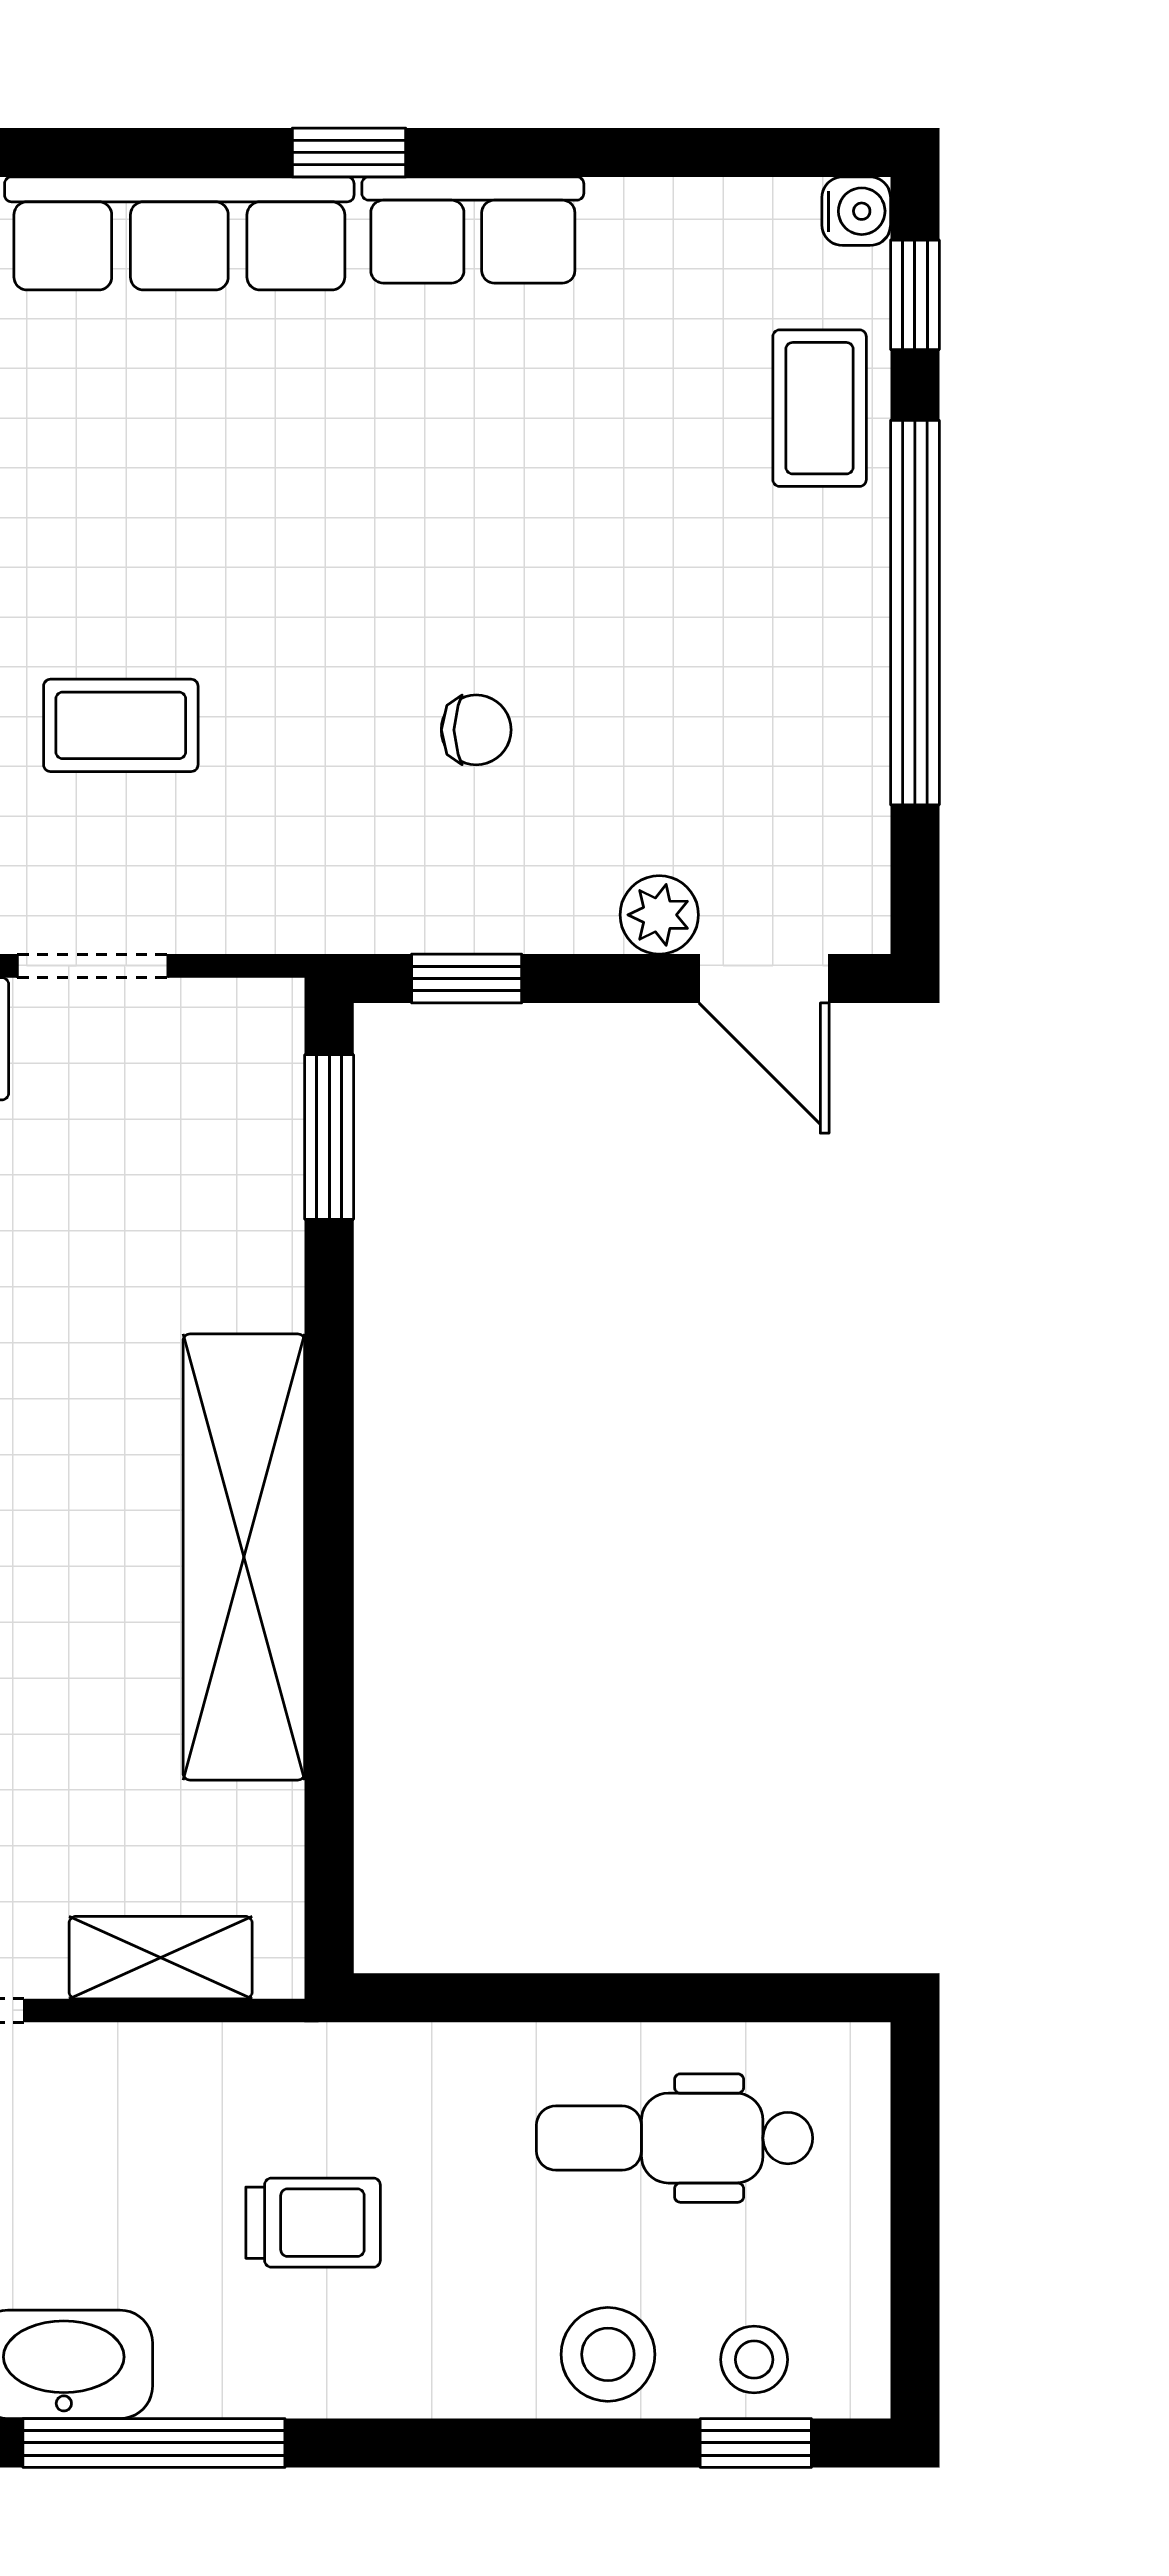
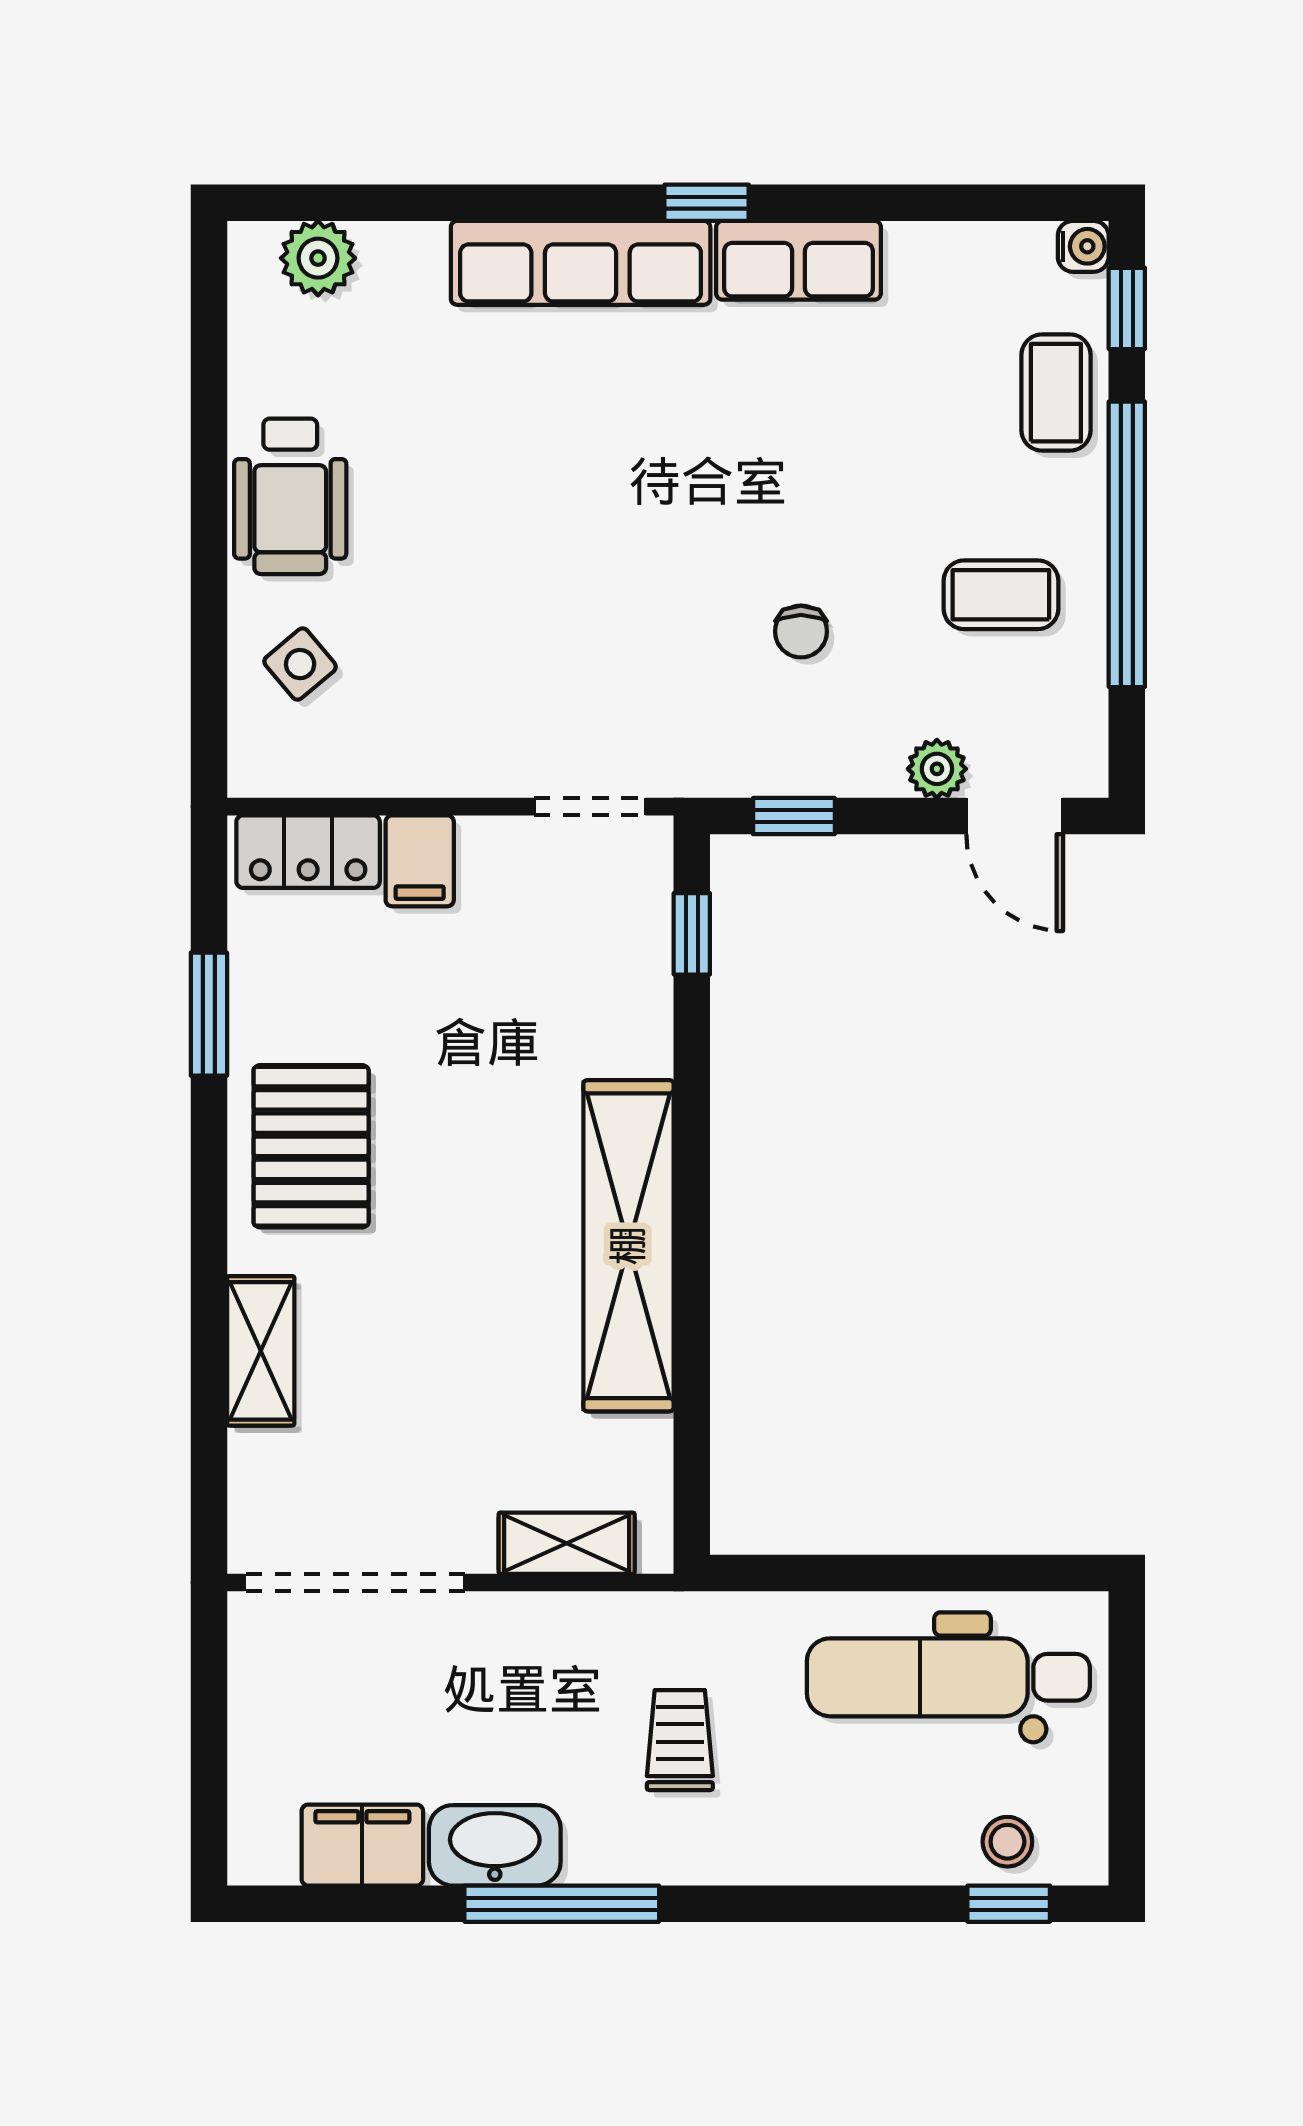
coffee table: (121, 725) -> (1001, 595), moved
chair: (476, 730) -> (801, 631), turned 90
doorway: (93, 966) -> (590, 807), moved
window: (329, 1137) -> (692, 934), width x0.67
dental chair: (675, 2138) -> (948, 1677), width x1.36, depth x1.38
trolley: (313, 2223) -> (680, 1740), turned -90
stool: (608, 2354) -> (899, 1838), removed

